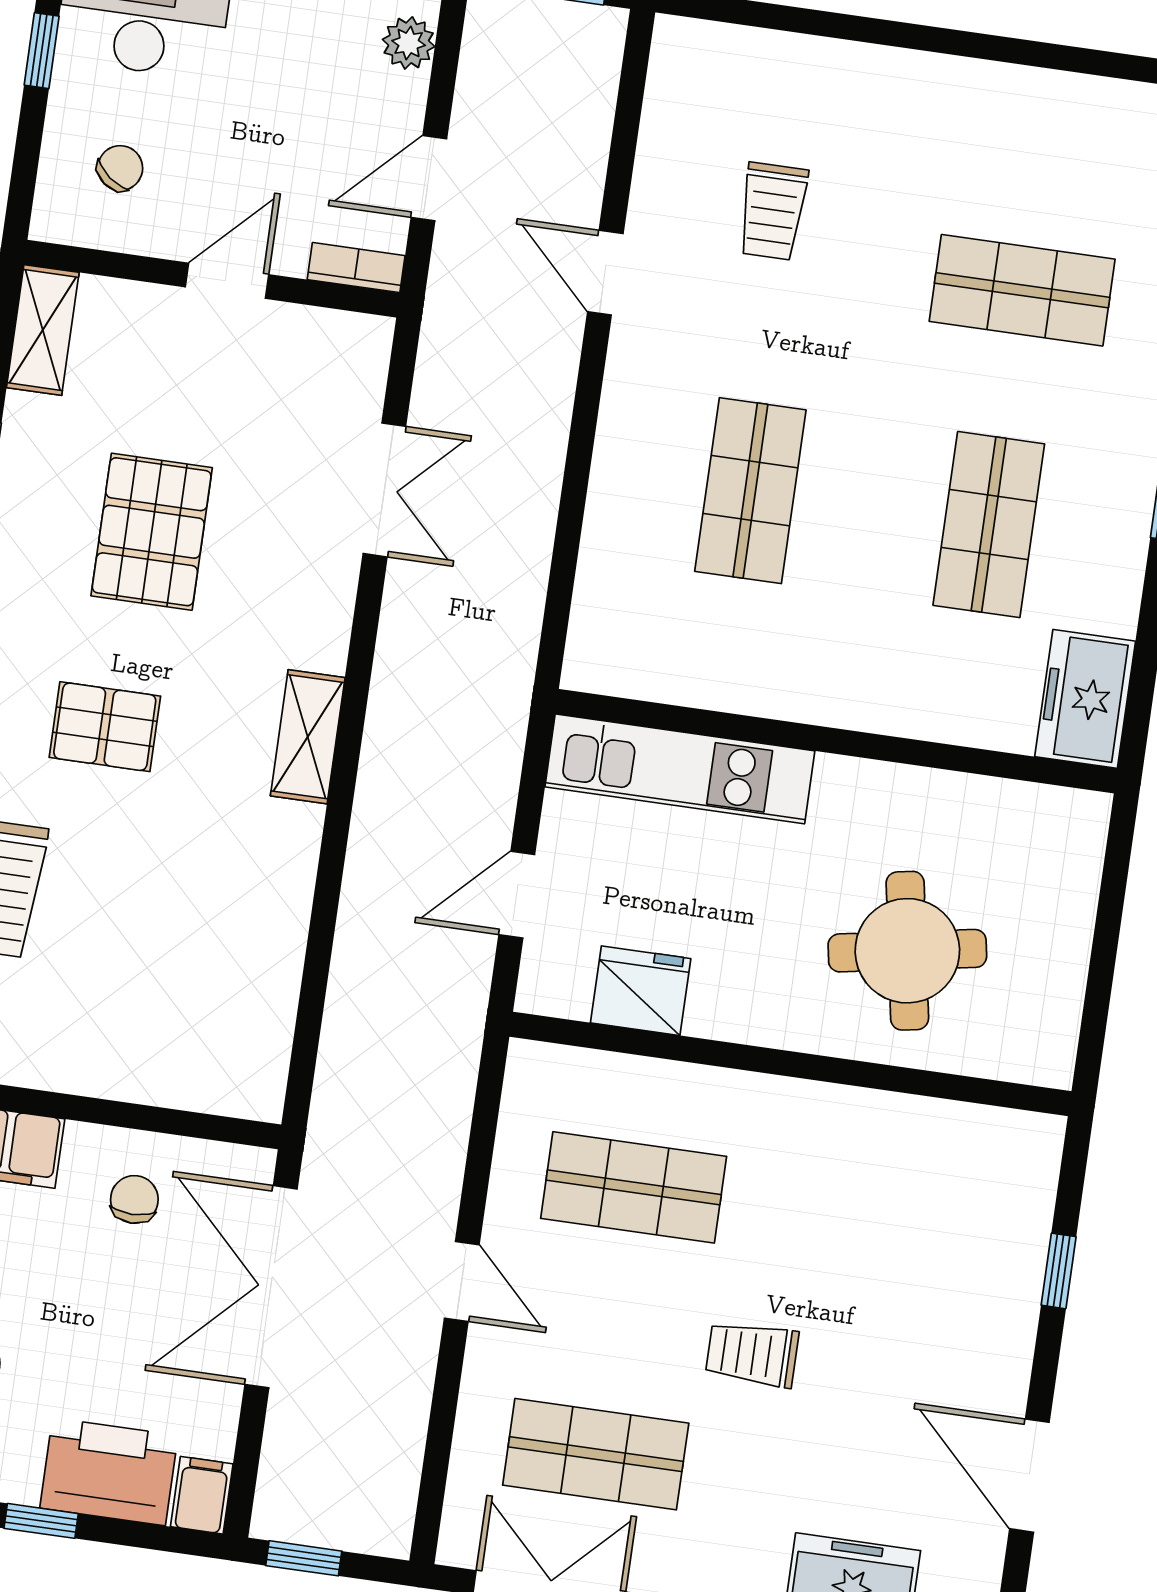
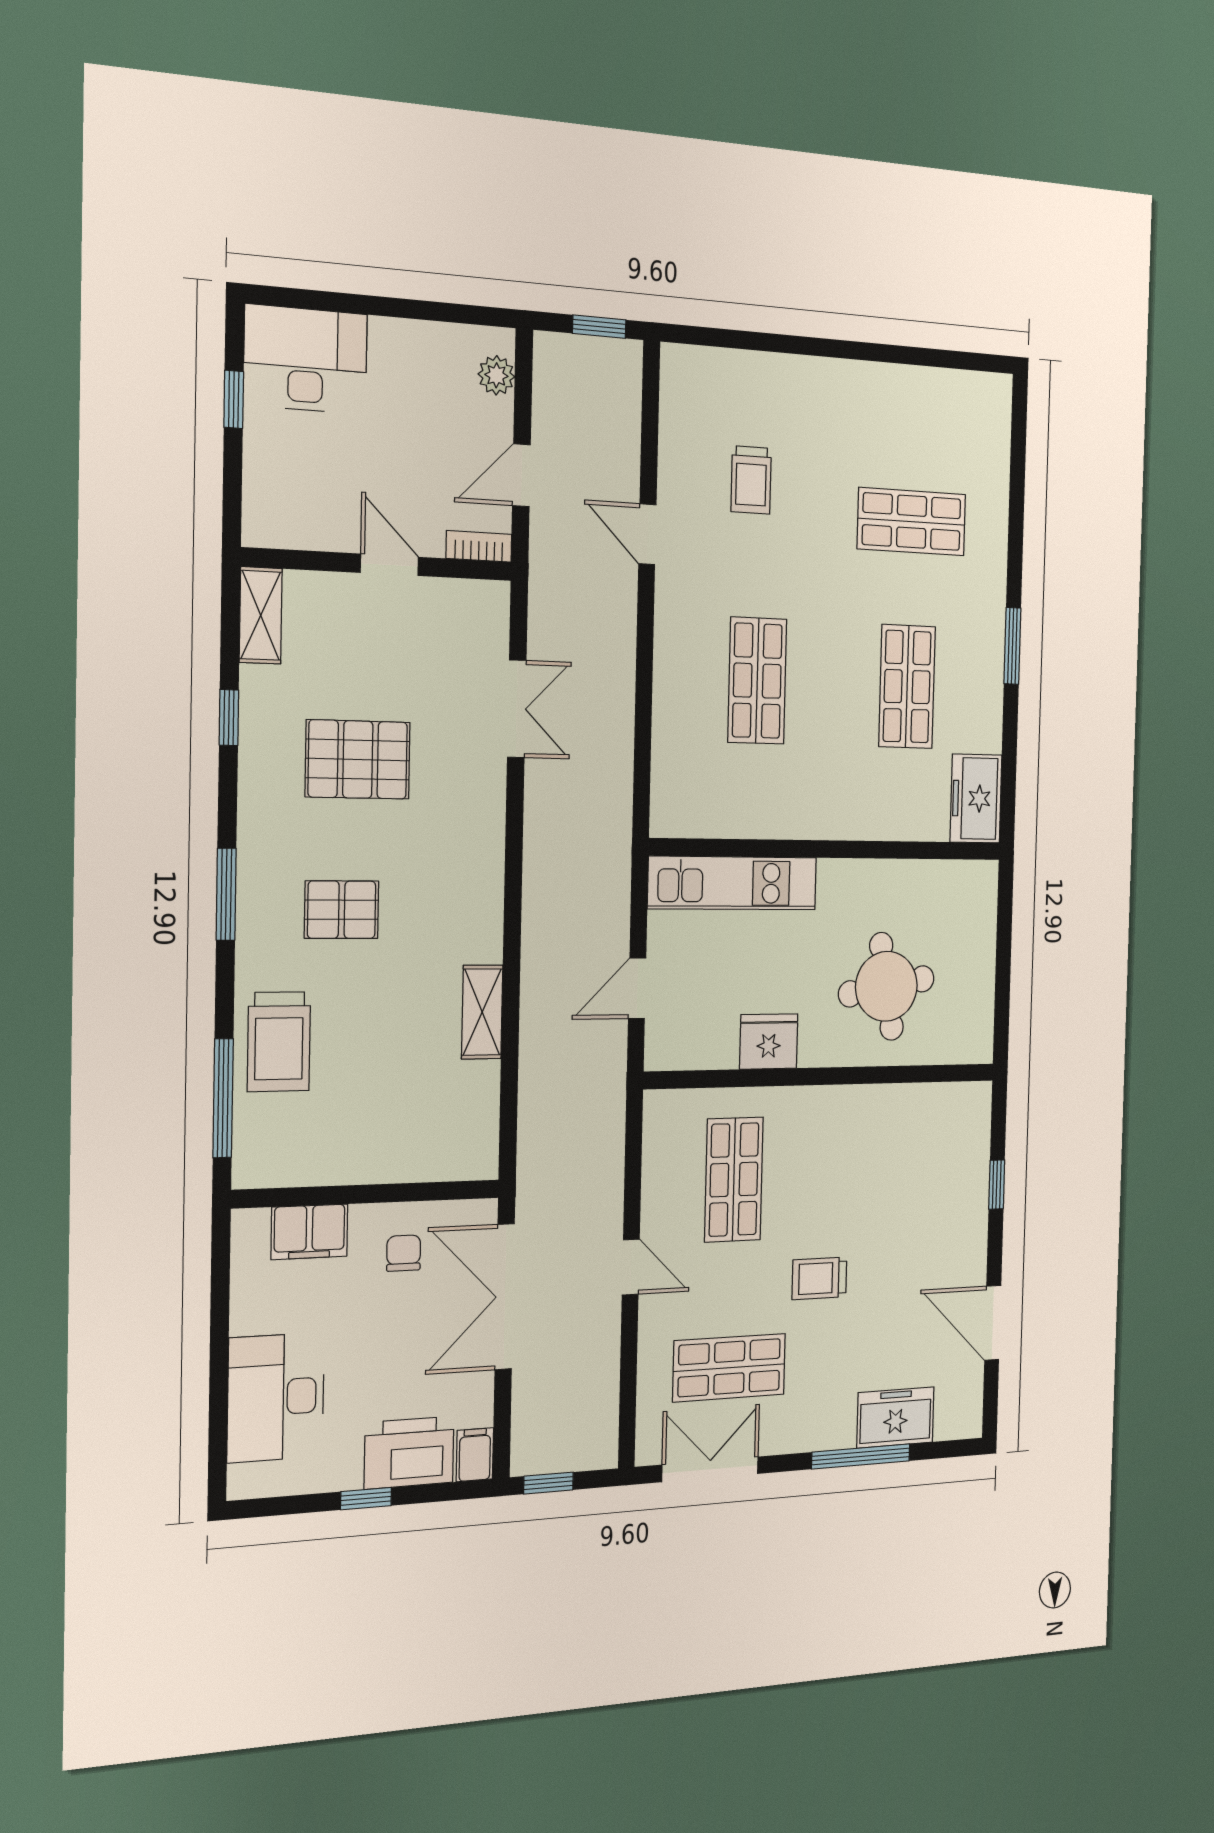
chair: (120, 168) -> (303, 486), removed
door: (227, 281) -> (389, 565), hinge flipped
pallet: (152, 532) -> (358, 760), turned 90
shelving: (308, 737) -> (482, 1012), moved
fridge: (641, 991) -> (769, 1041), moved
shop shelf: (634, 1187) -> (734, 1180), turned 90

